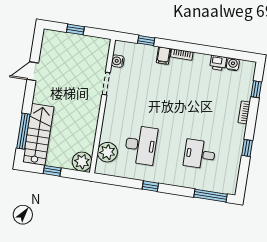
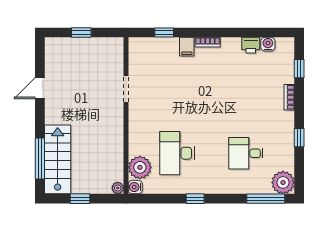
water cooler: (118, 61) -> (135, 187), moved
desk: (141, 145) -> (177, 153), turned 180
plant: (82, 162) -> (118, 188), width x0.53, depth x0.53
plant: (227, 184) -> (283, 182), added

